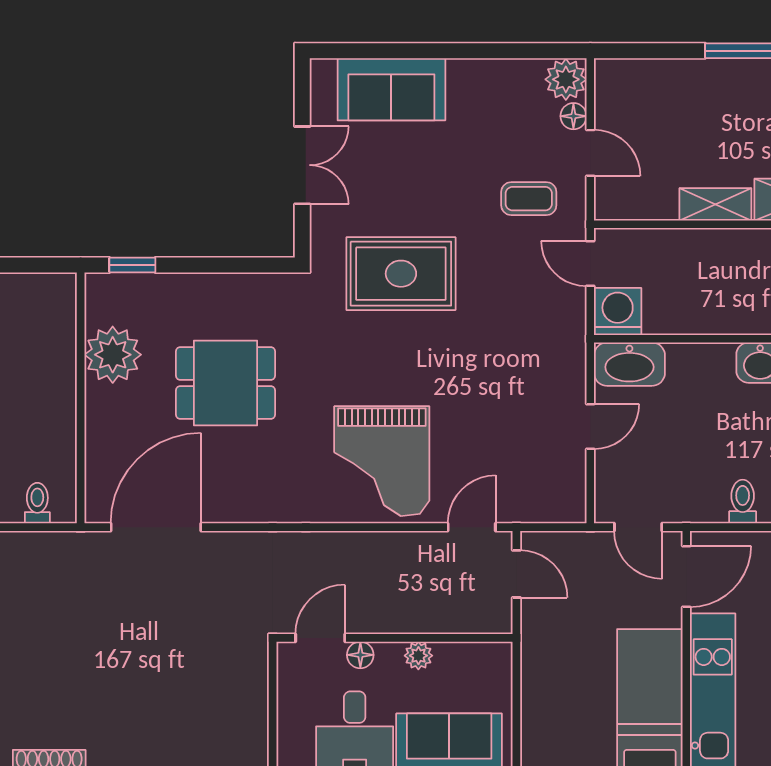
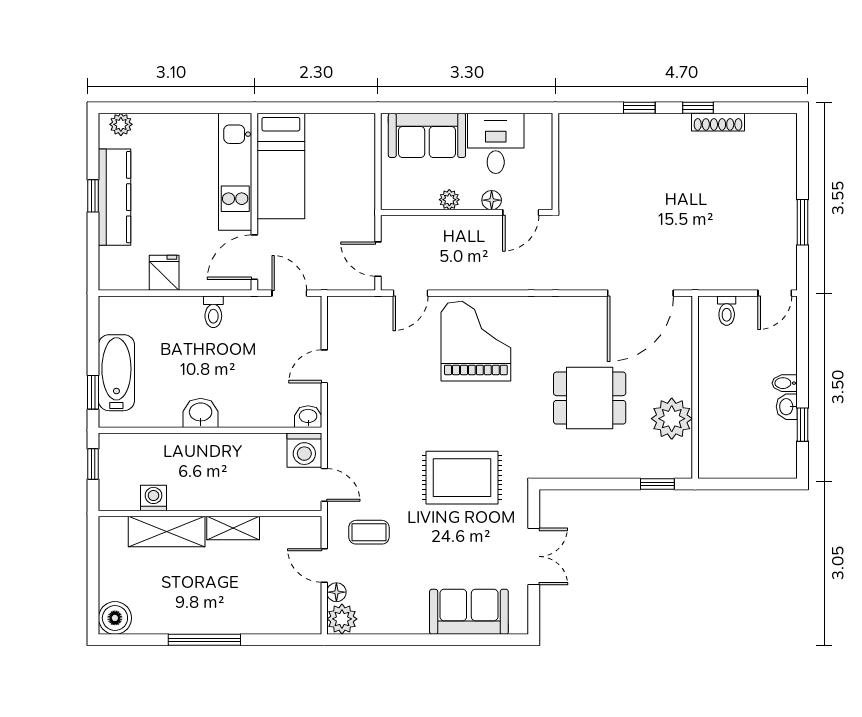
double door: (302, 165) -> (534, 556), swing flipped
washbasin: (629, 364) -> (308, 417), width x0.52, depth x0.69

